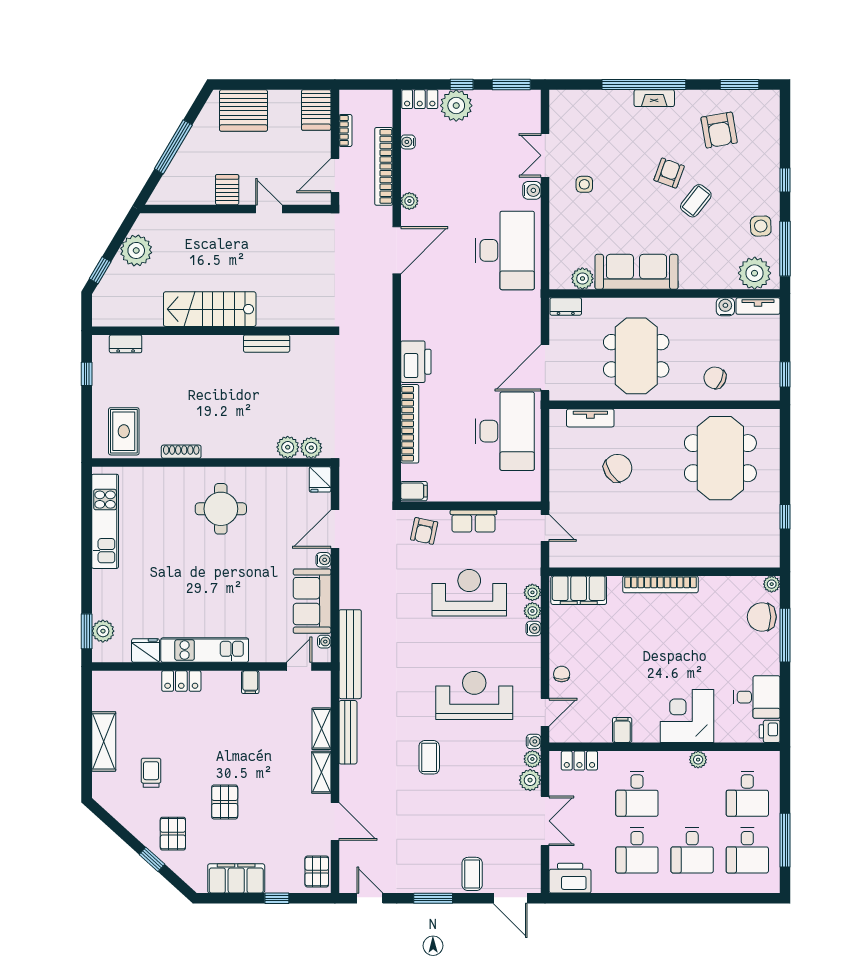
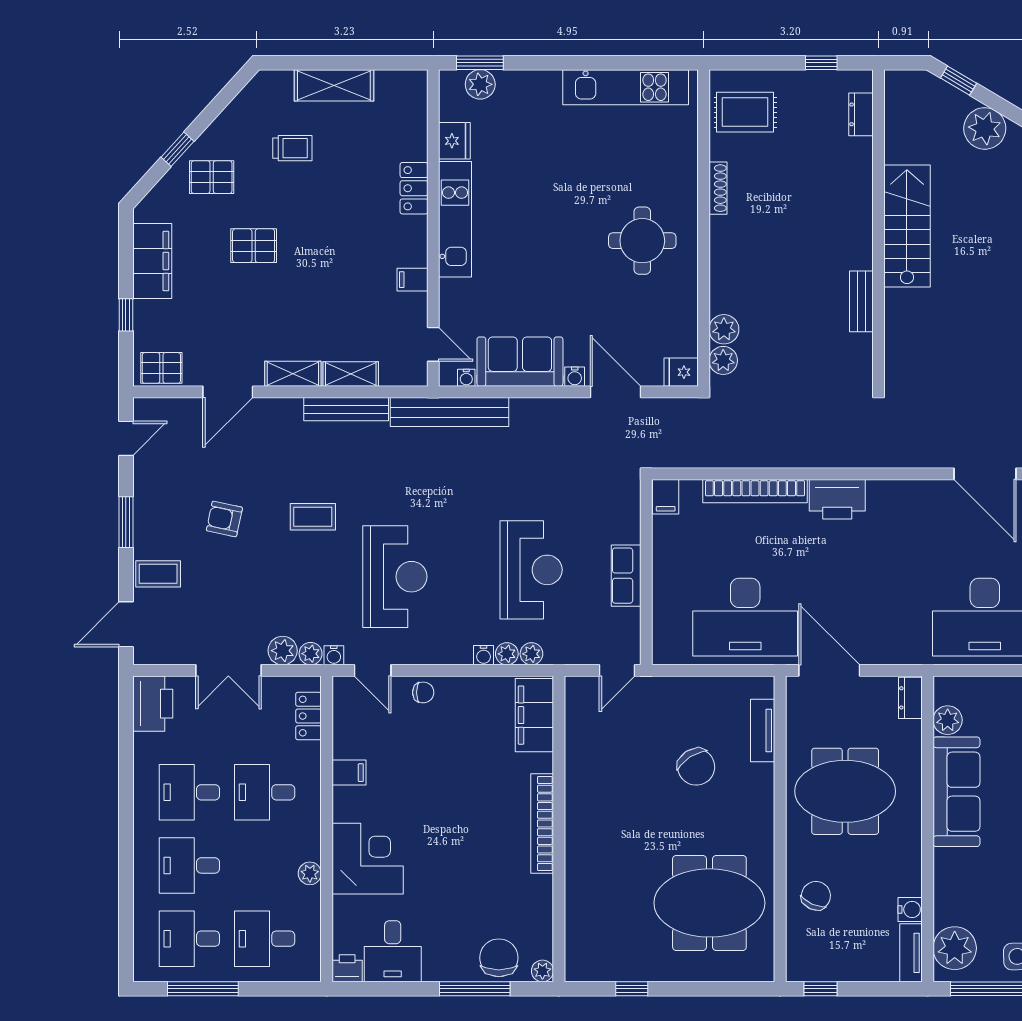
armchair: (424, 531) -> (224, 519), moved

